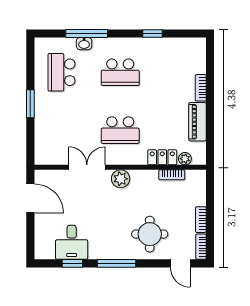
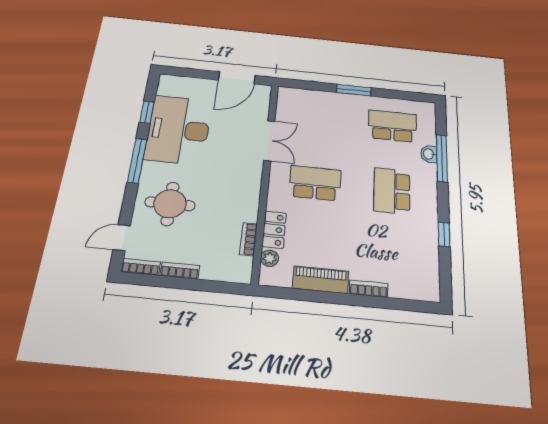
school desk: (120, 130) -> (315, 183), turned 90
plant: (121, 179) -> (250, 177), removed
desk: (72, 242) -> (178, 130), width x1.87, depth x1.30

